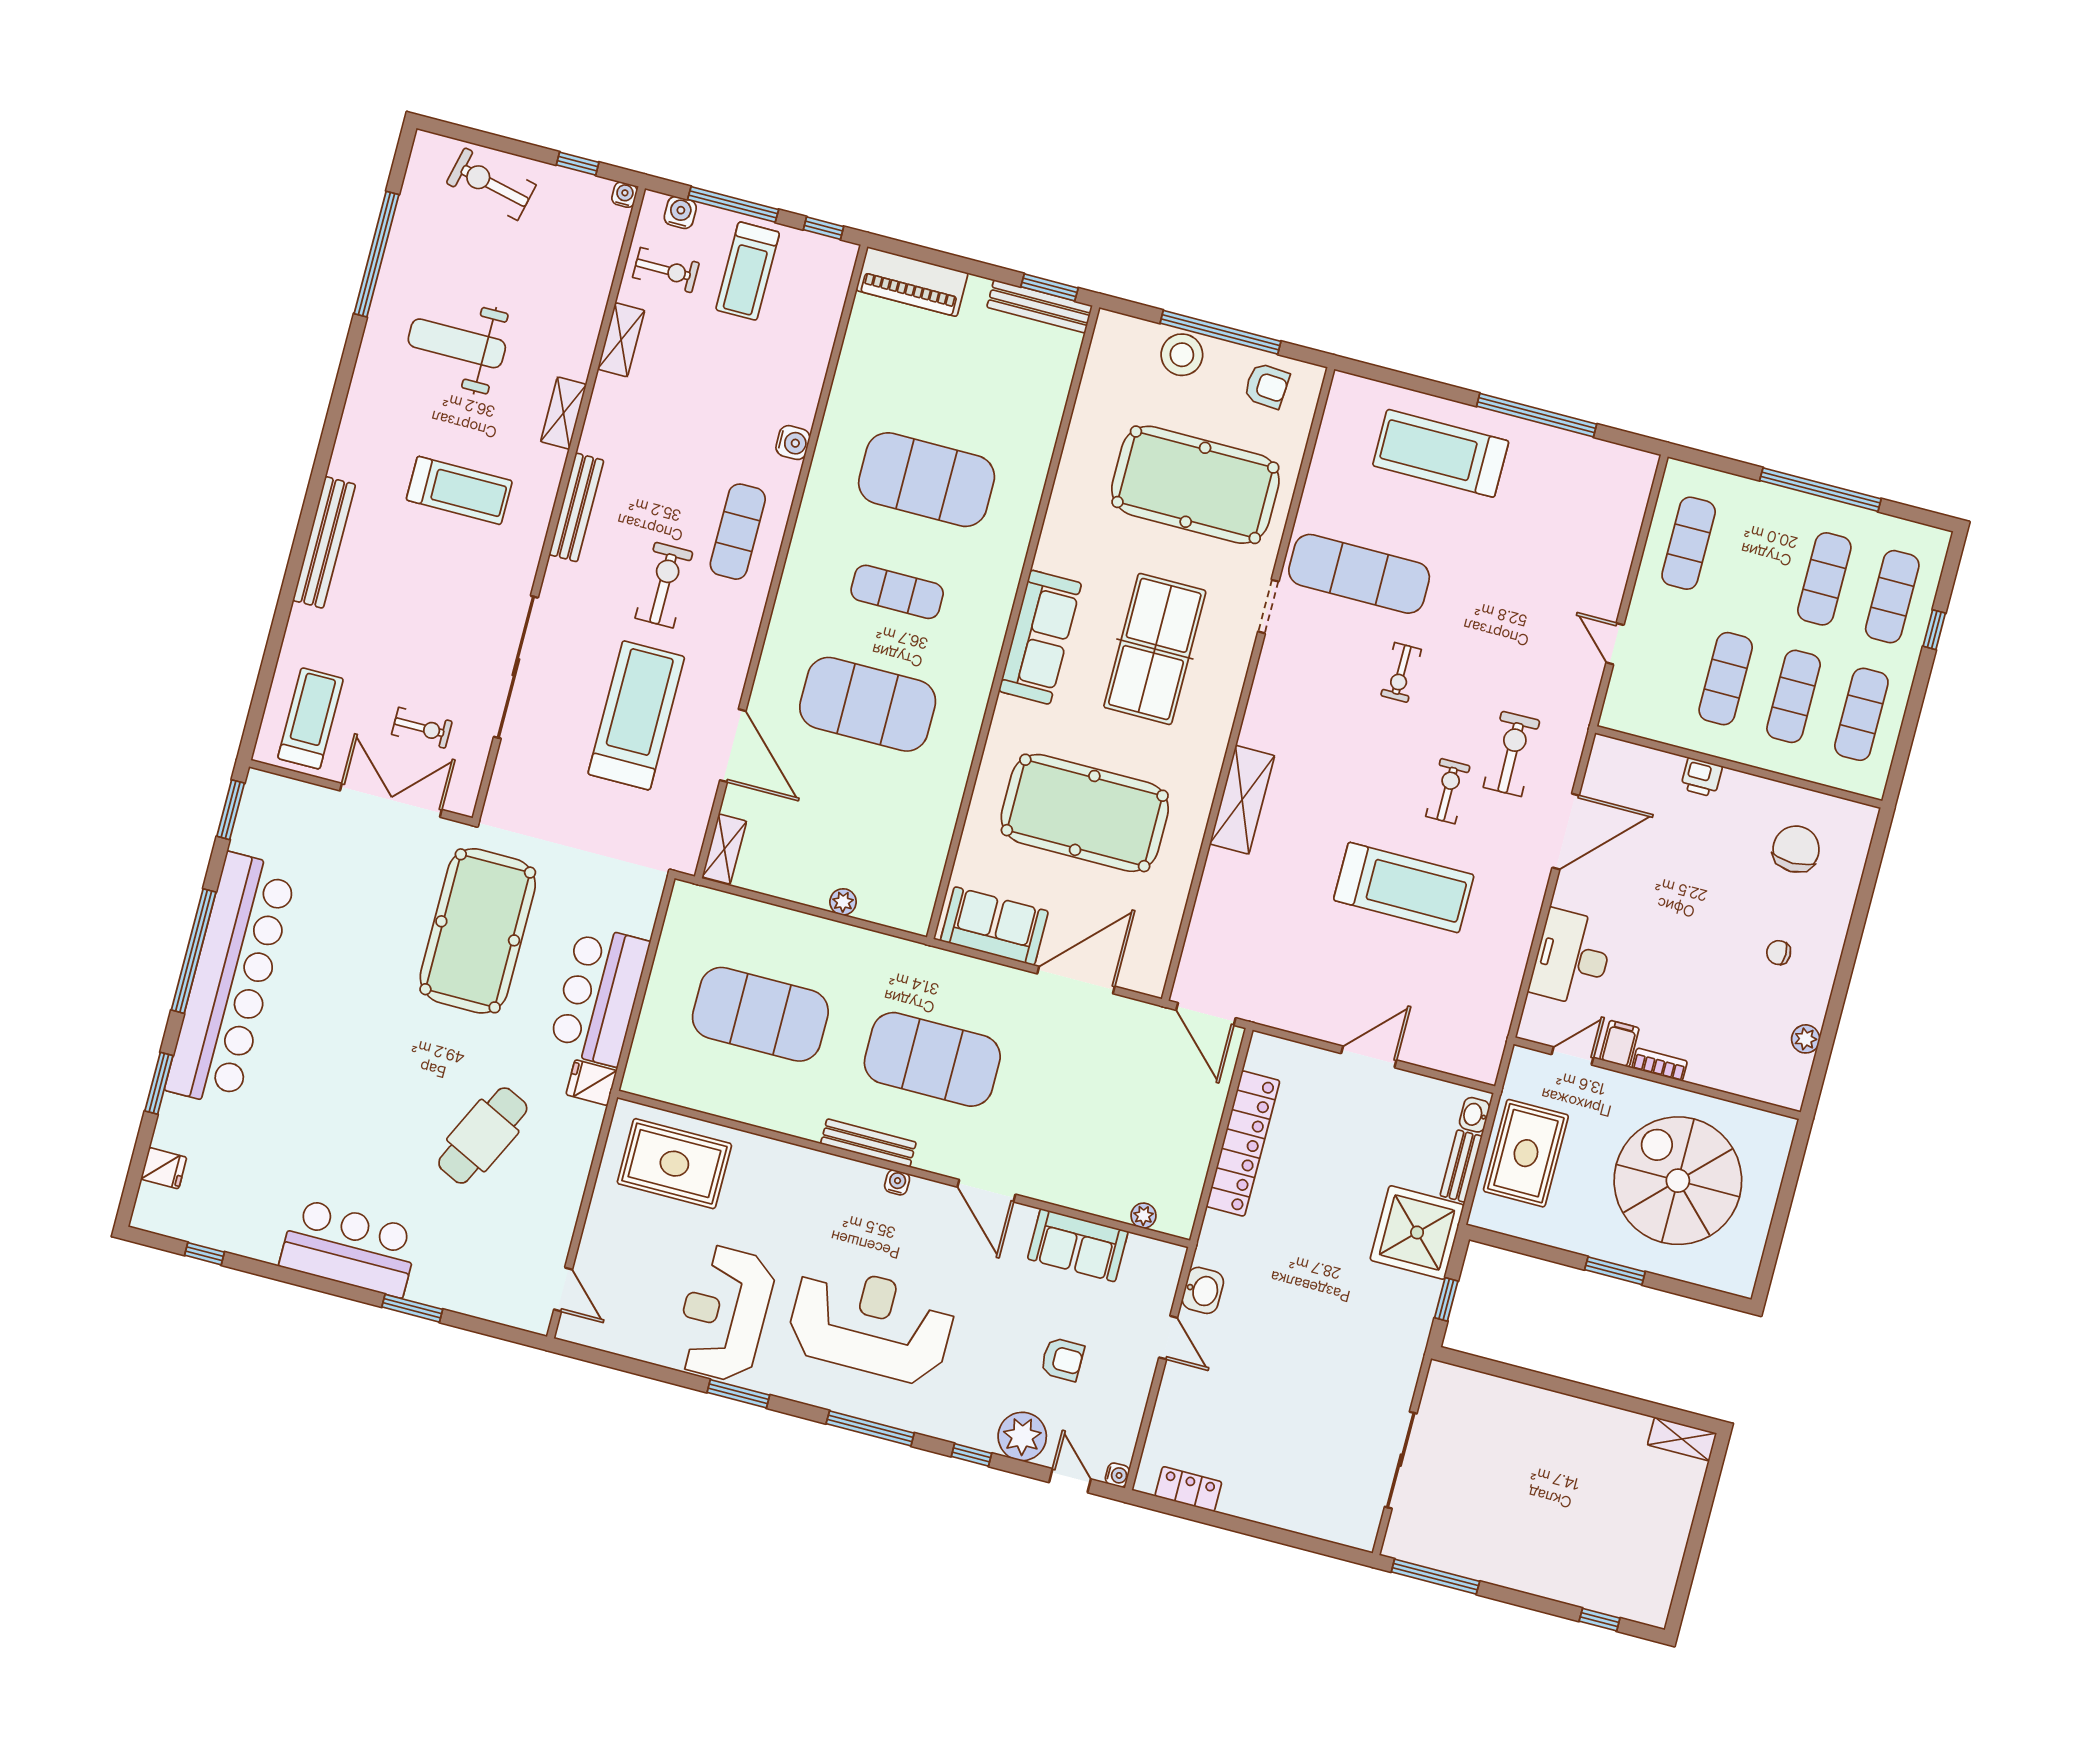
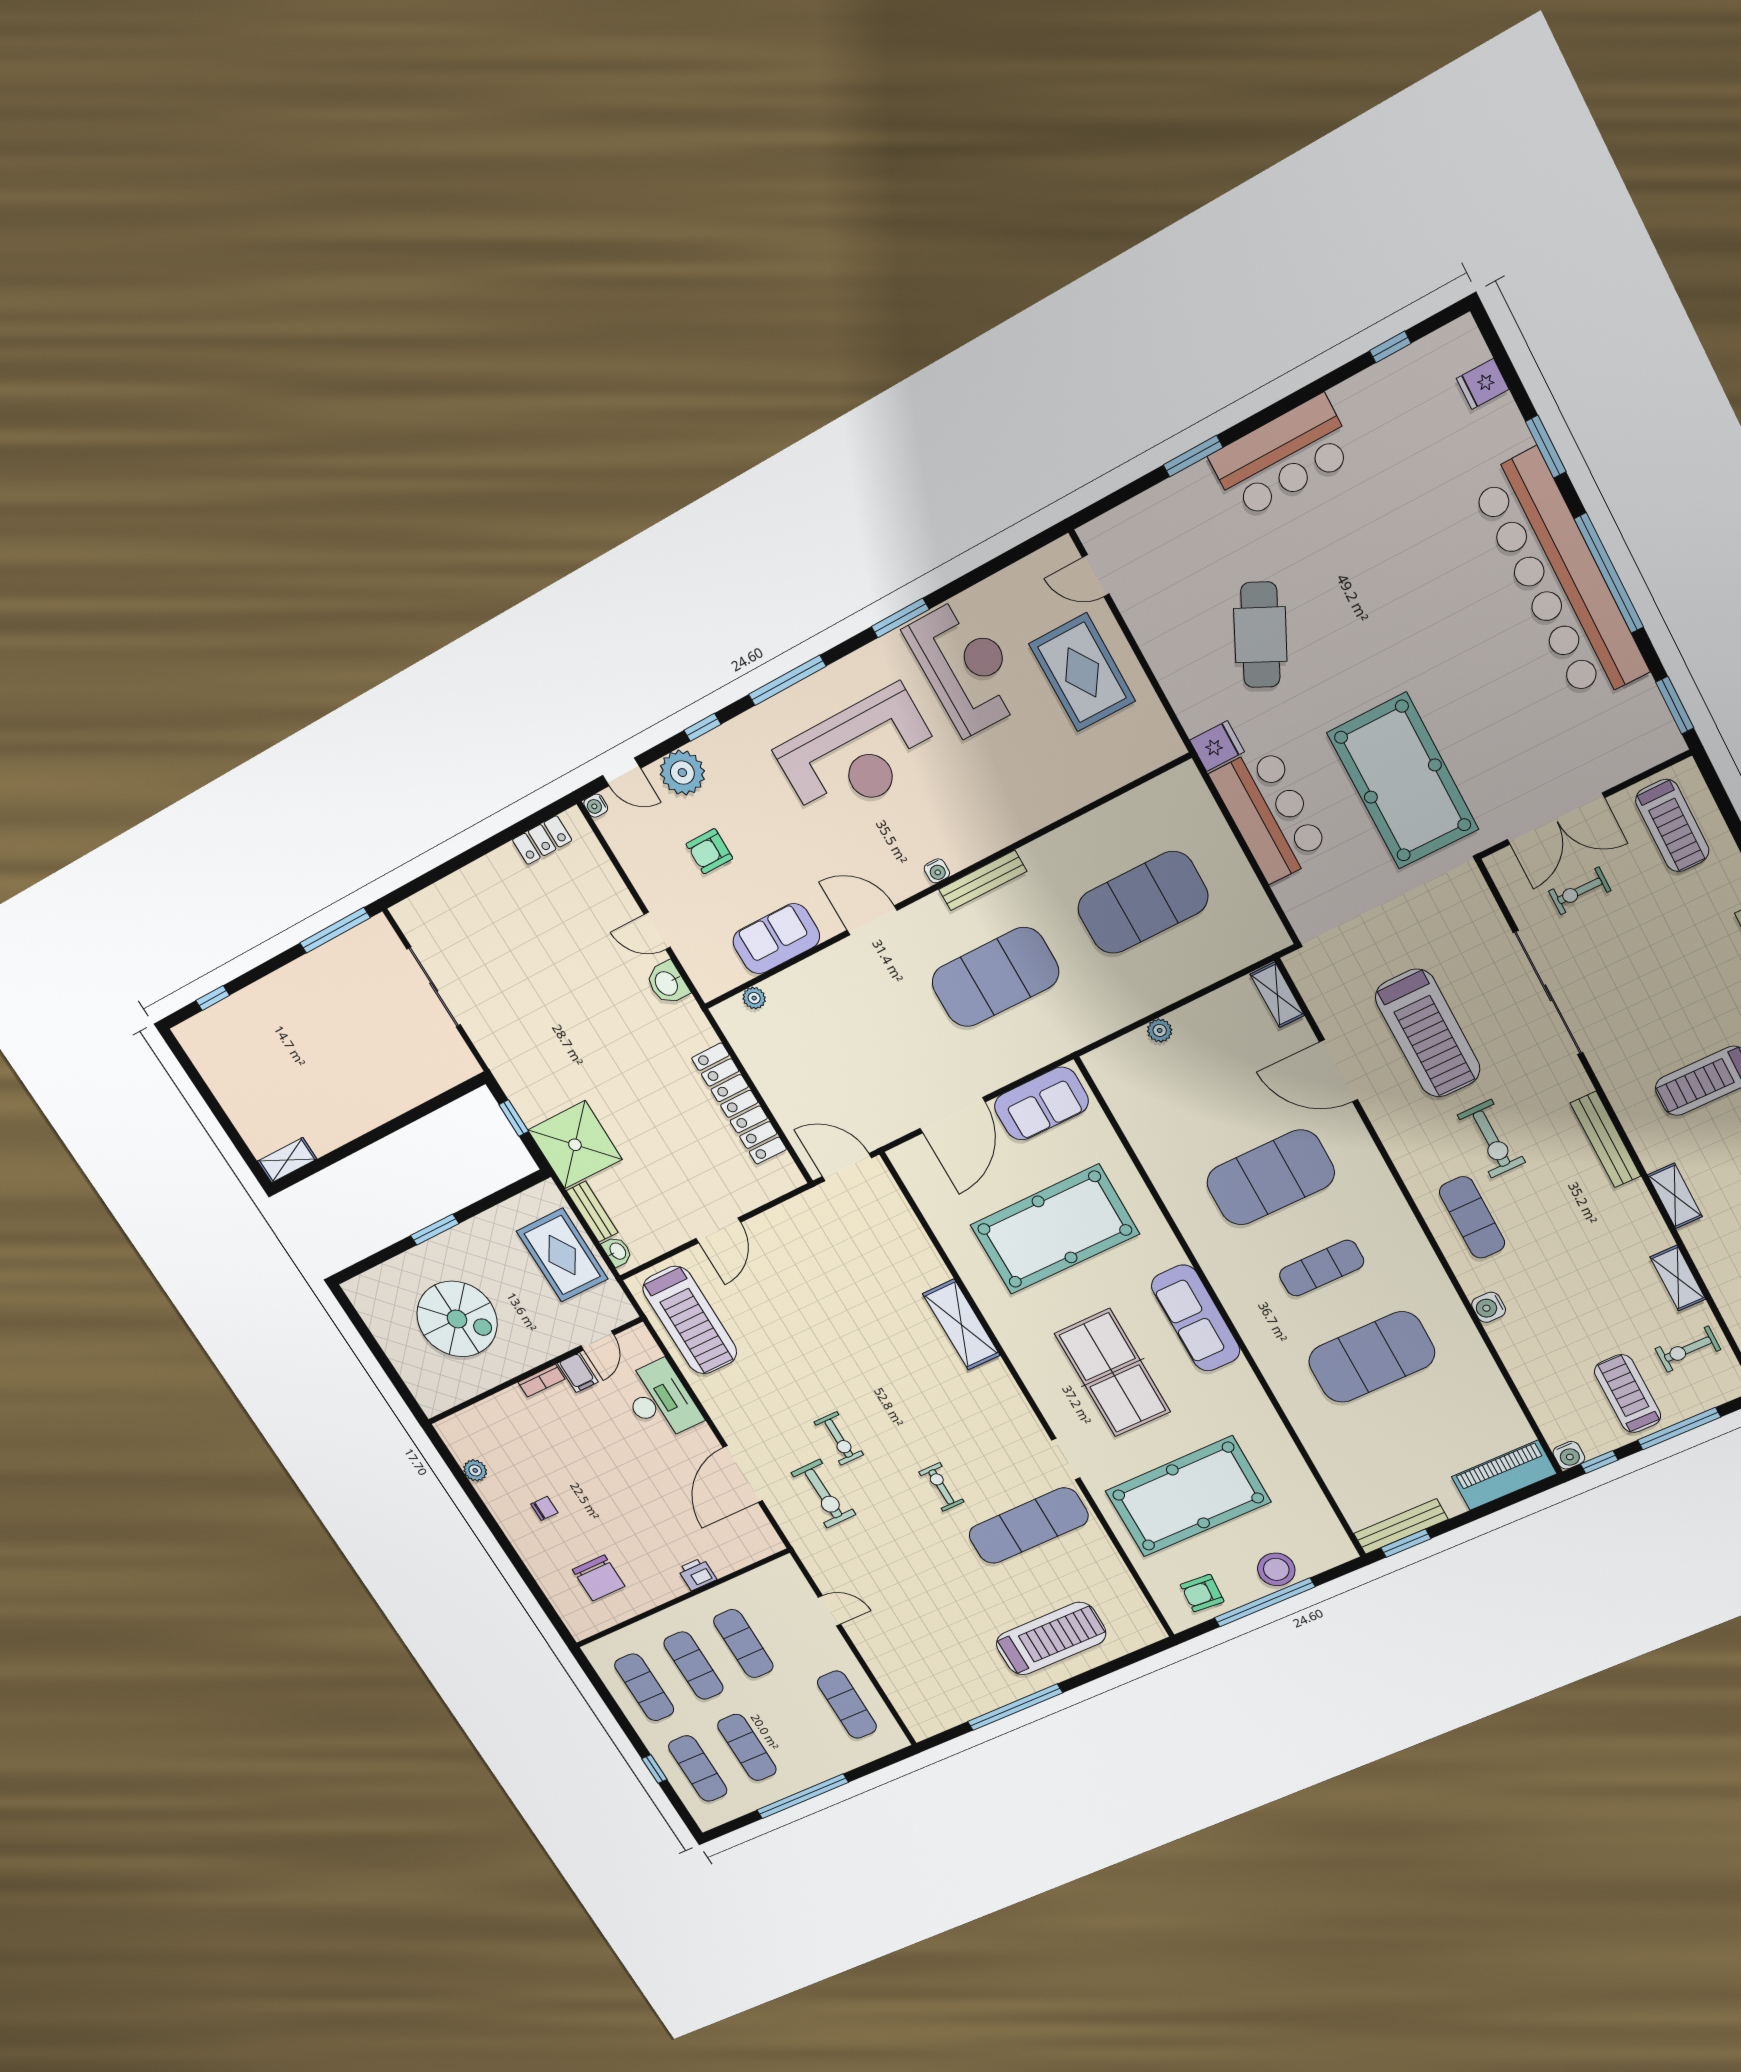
water cooler: (680, 212) -> (1569, 1455), moved
treadmill: (1404, 887) -> (690, 1320), moved, turned -90
rug: (674, 1164) -> (1082, 672), moved, turned 90
spiral stairs: (1678, 1181) -> (457, 1319), width x0.73, depth x0.73

